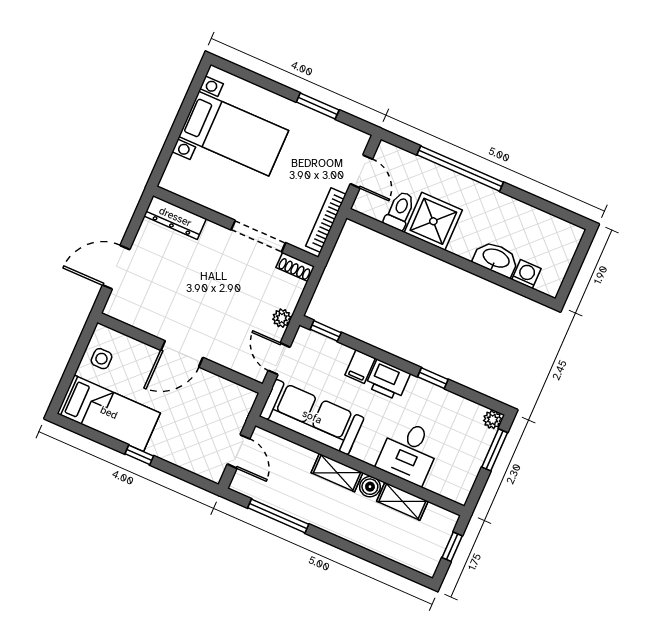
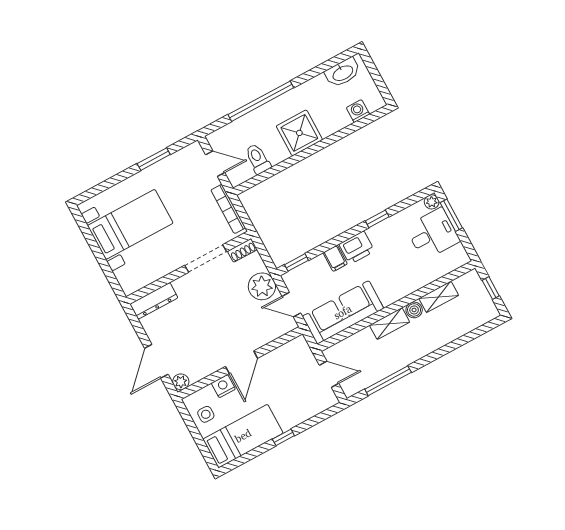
shower: (433, 221) -> (299, 133), moved
washbasin: (496, 259) -> (343, 73), moved, turned 180
plant: (115, 308) -> (181, 382), added
plant: (282, 318) -> (262, 286), width x1.88, depth x1.88
nightstand: (144, 354) -> (223, 386), added
desk: (409, 452) -> (433, 234), moved, turned -90

